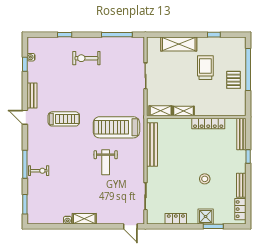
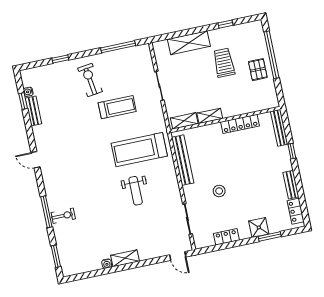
exercise bike: (86, 58) -> (90, 80), turned 82
bench: (32, 96) -> (33, 111), moved
treadmill: (64, 119) -> (117, 107), moved
stool: (205, 179) -> (219, 191), moved

